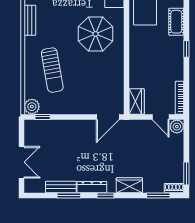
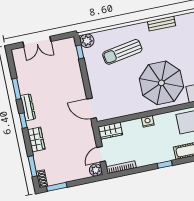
parasol: (96, 34) -> (161, 83), width x1.36, depth x1.36
nightstand: (135, 58) -> (148, 121), added
bench: (61, 187) -> (22, 80), removed

